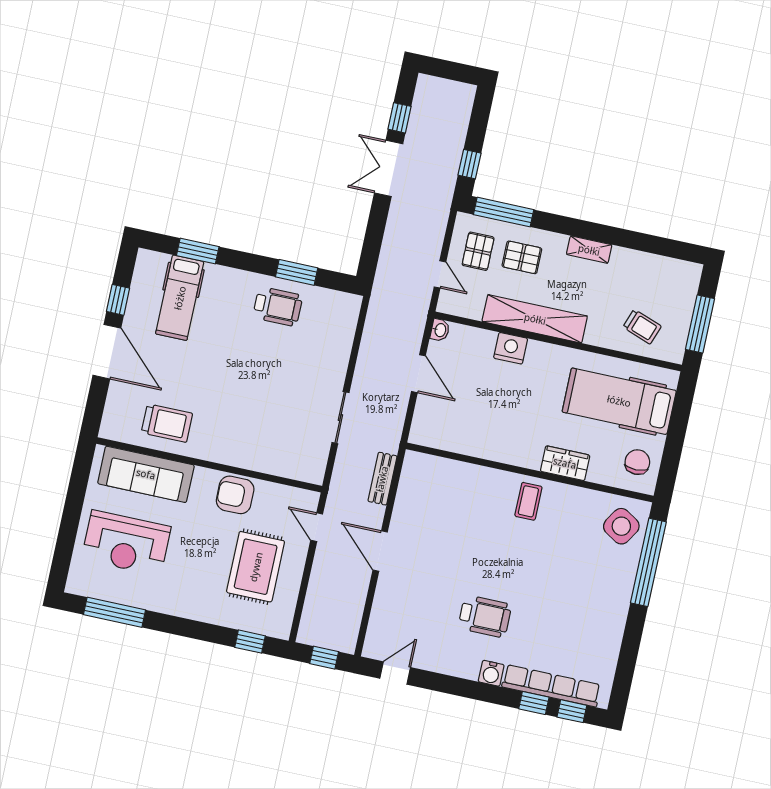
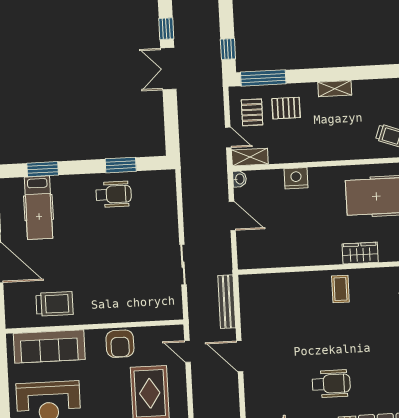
shelving: (535, 319) -> (250, 157), moved, width x0.45, depth x0.75
bench: (382, 479) -> (227, 302), width x1.36
armchair: (235, 495) -> (120, 344), turned -90

